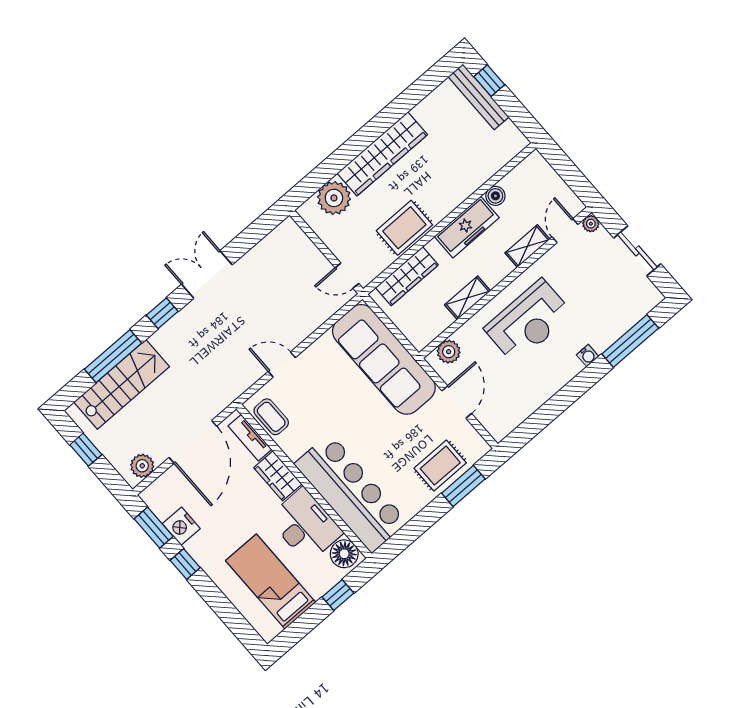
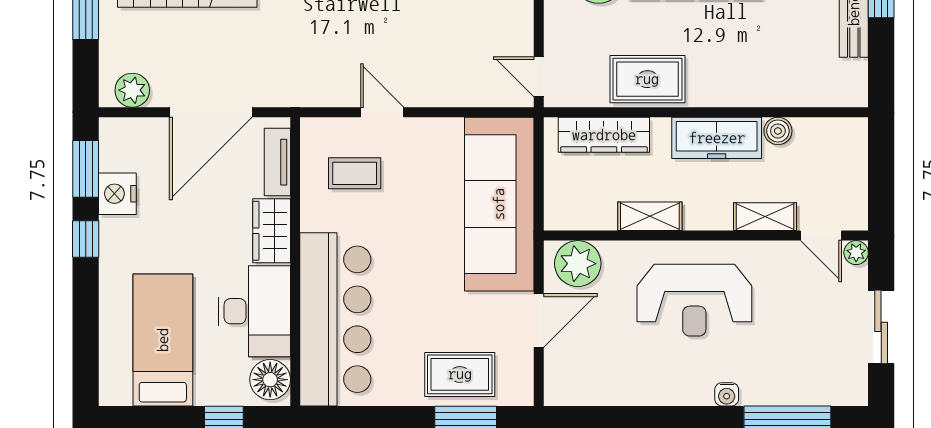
door: (565, 231) -> (821, 236), swing flipped
plant: (449, 352) -> (578, 264), width x1.36, depth x1.36
coffee table: (271, 417) -> (355, 173), moved, turned 90

